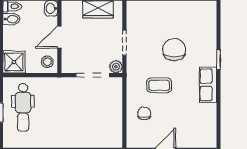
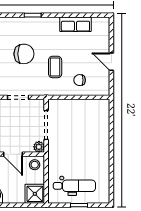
chair: (174, 50) -> (24, 54), turned 180
plant: (116, 67) -> (39, 147), moved
row of seats: (208, 85) -> (75, 24), moved

